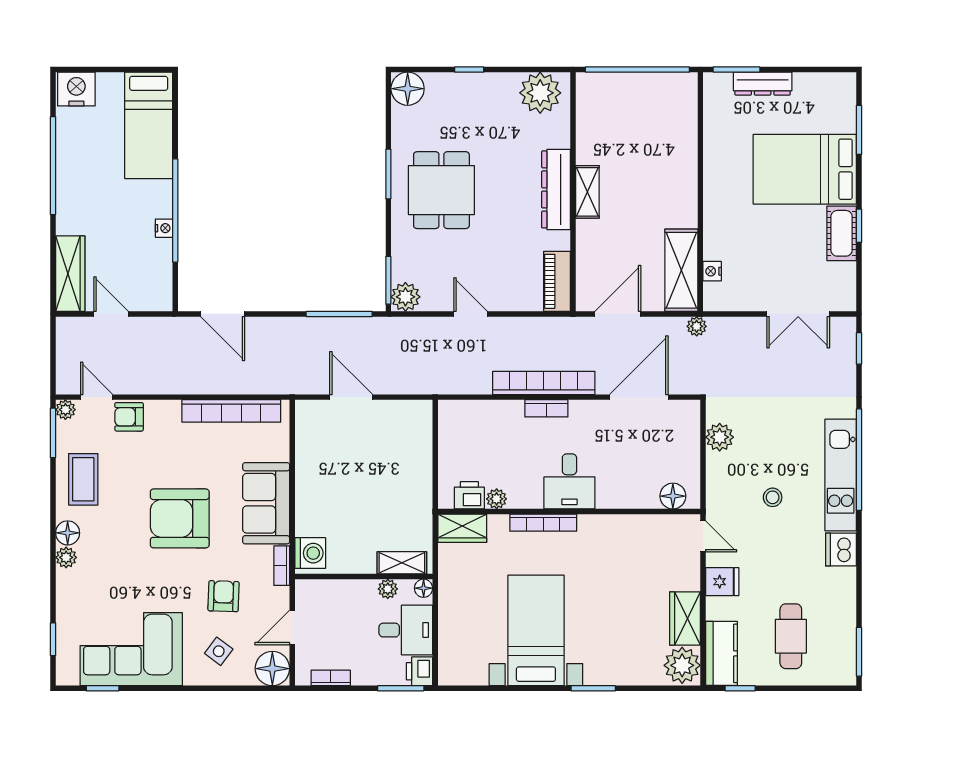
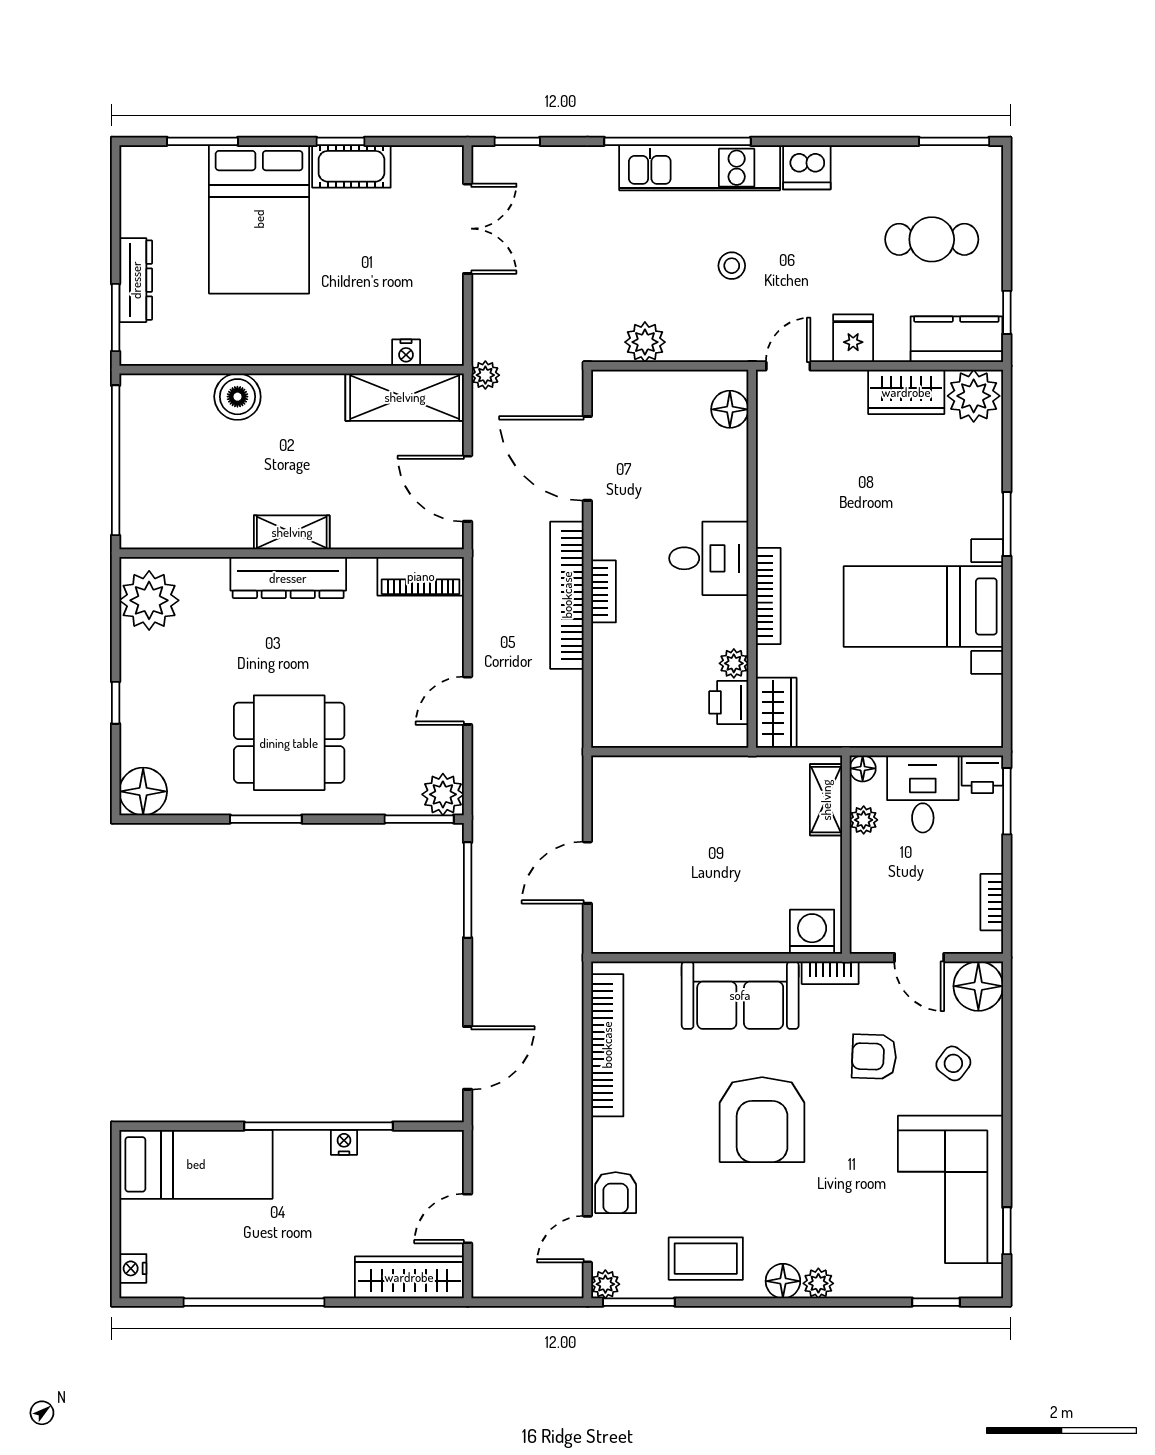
nightstand: (76, 89) -> (133, 1268), width x0.53, depth x0.56
boiler: (682, 154) -> (237, 397), added

